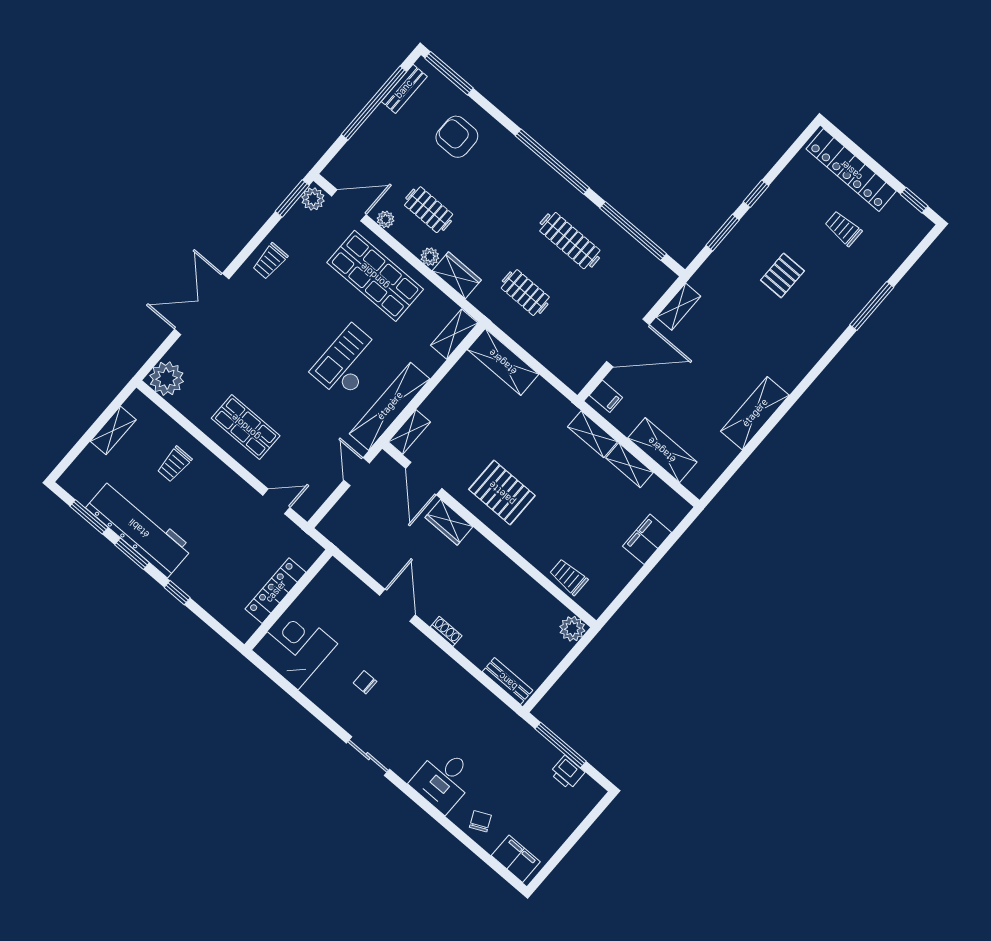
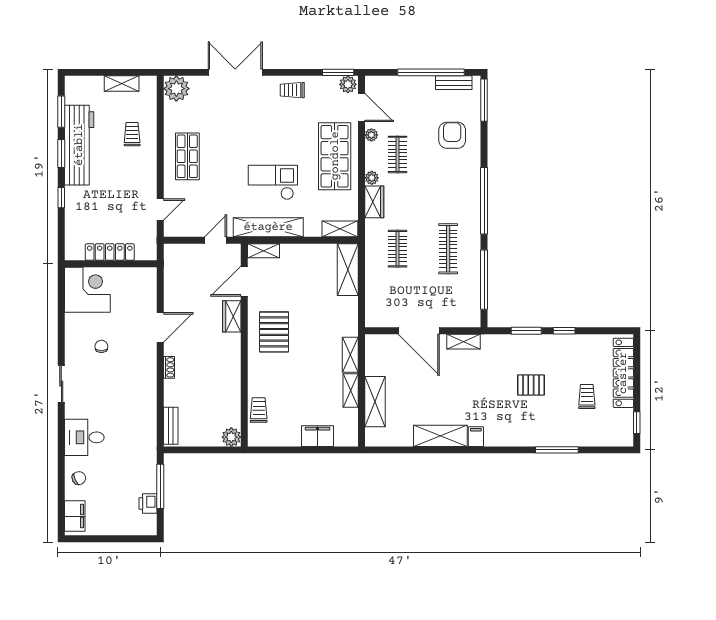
filing cabinet: (606, 396) -> (476, 437), moved, turned 180
trolley: (174, 464) -> (132, 134), turned 90
door: (276, 501) -> (160, 209), hinge flipped

